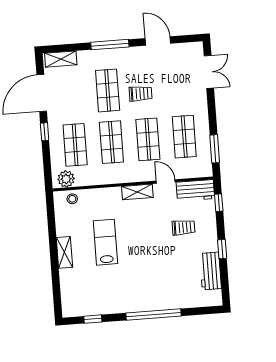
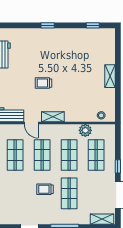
plant: (66, 179) -> (85, 130), moved
trolley: (183, 227) -> (44, 83), moved
lab bench: (105, 242) -> (79, 81), removed
window: (154, 315) -> (48, 25), width x0.32

